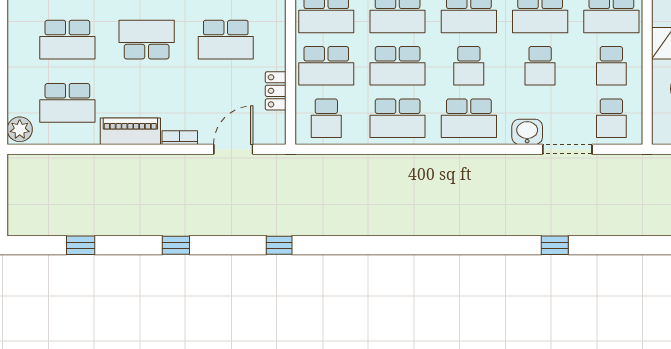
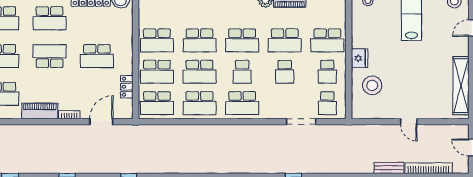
school desk: (326, 118) -> (157, 103), width x1.85
washbasin: (527, 132) -> (277, 111), removed

